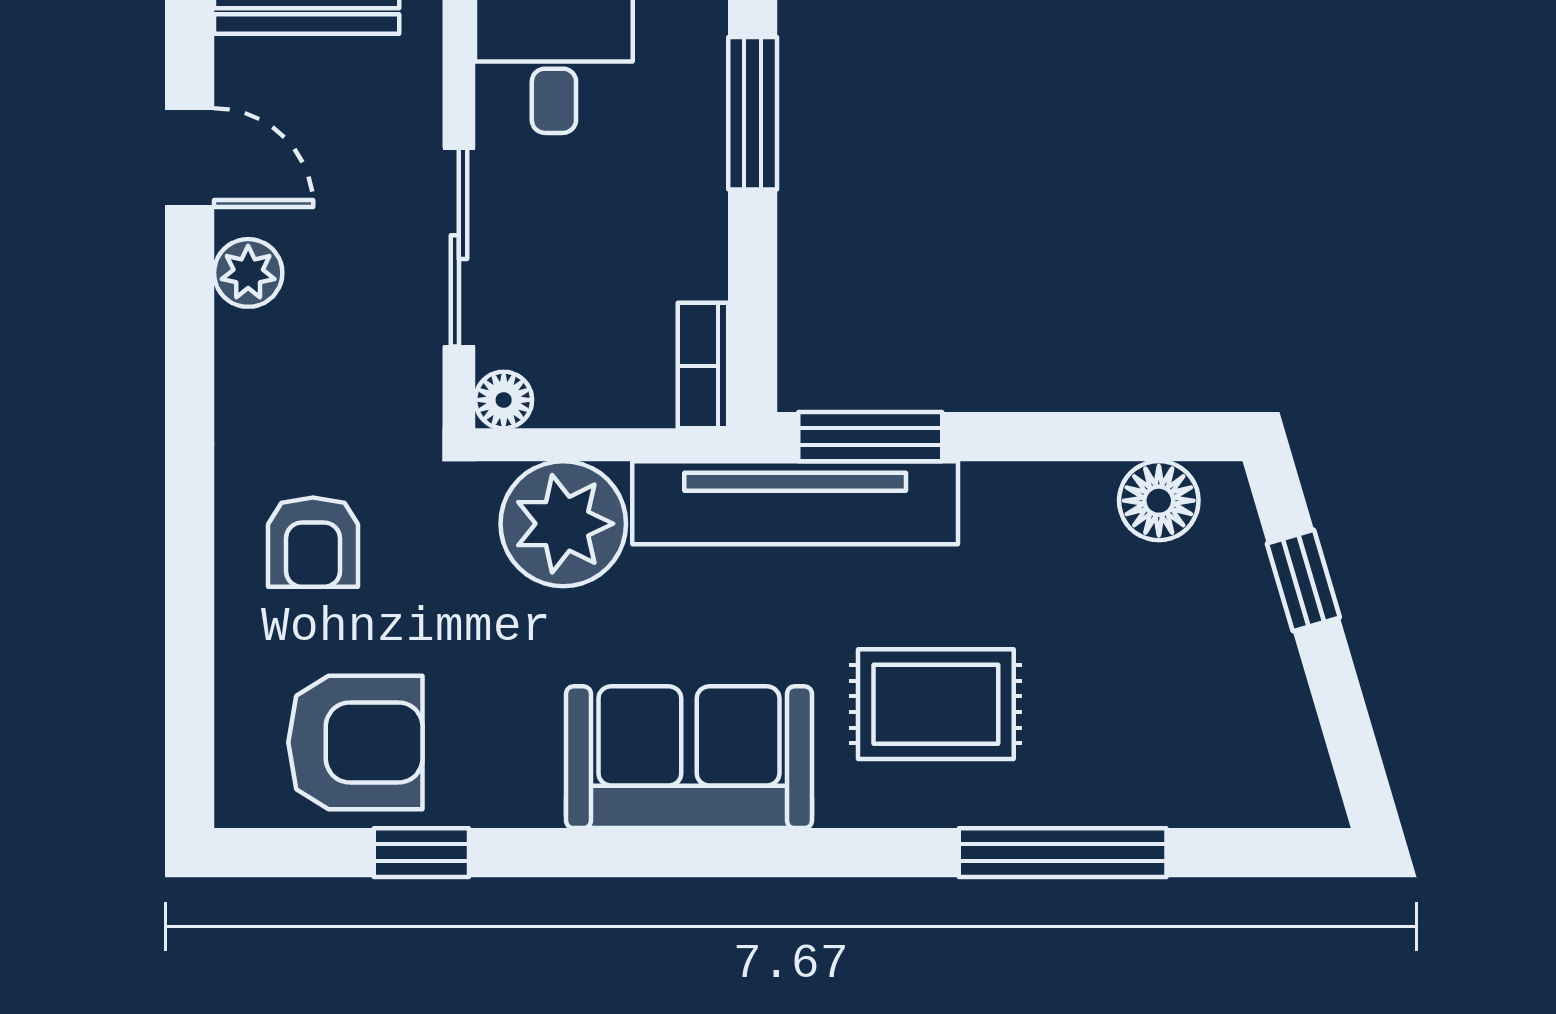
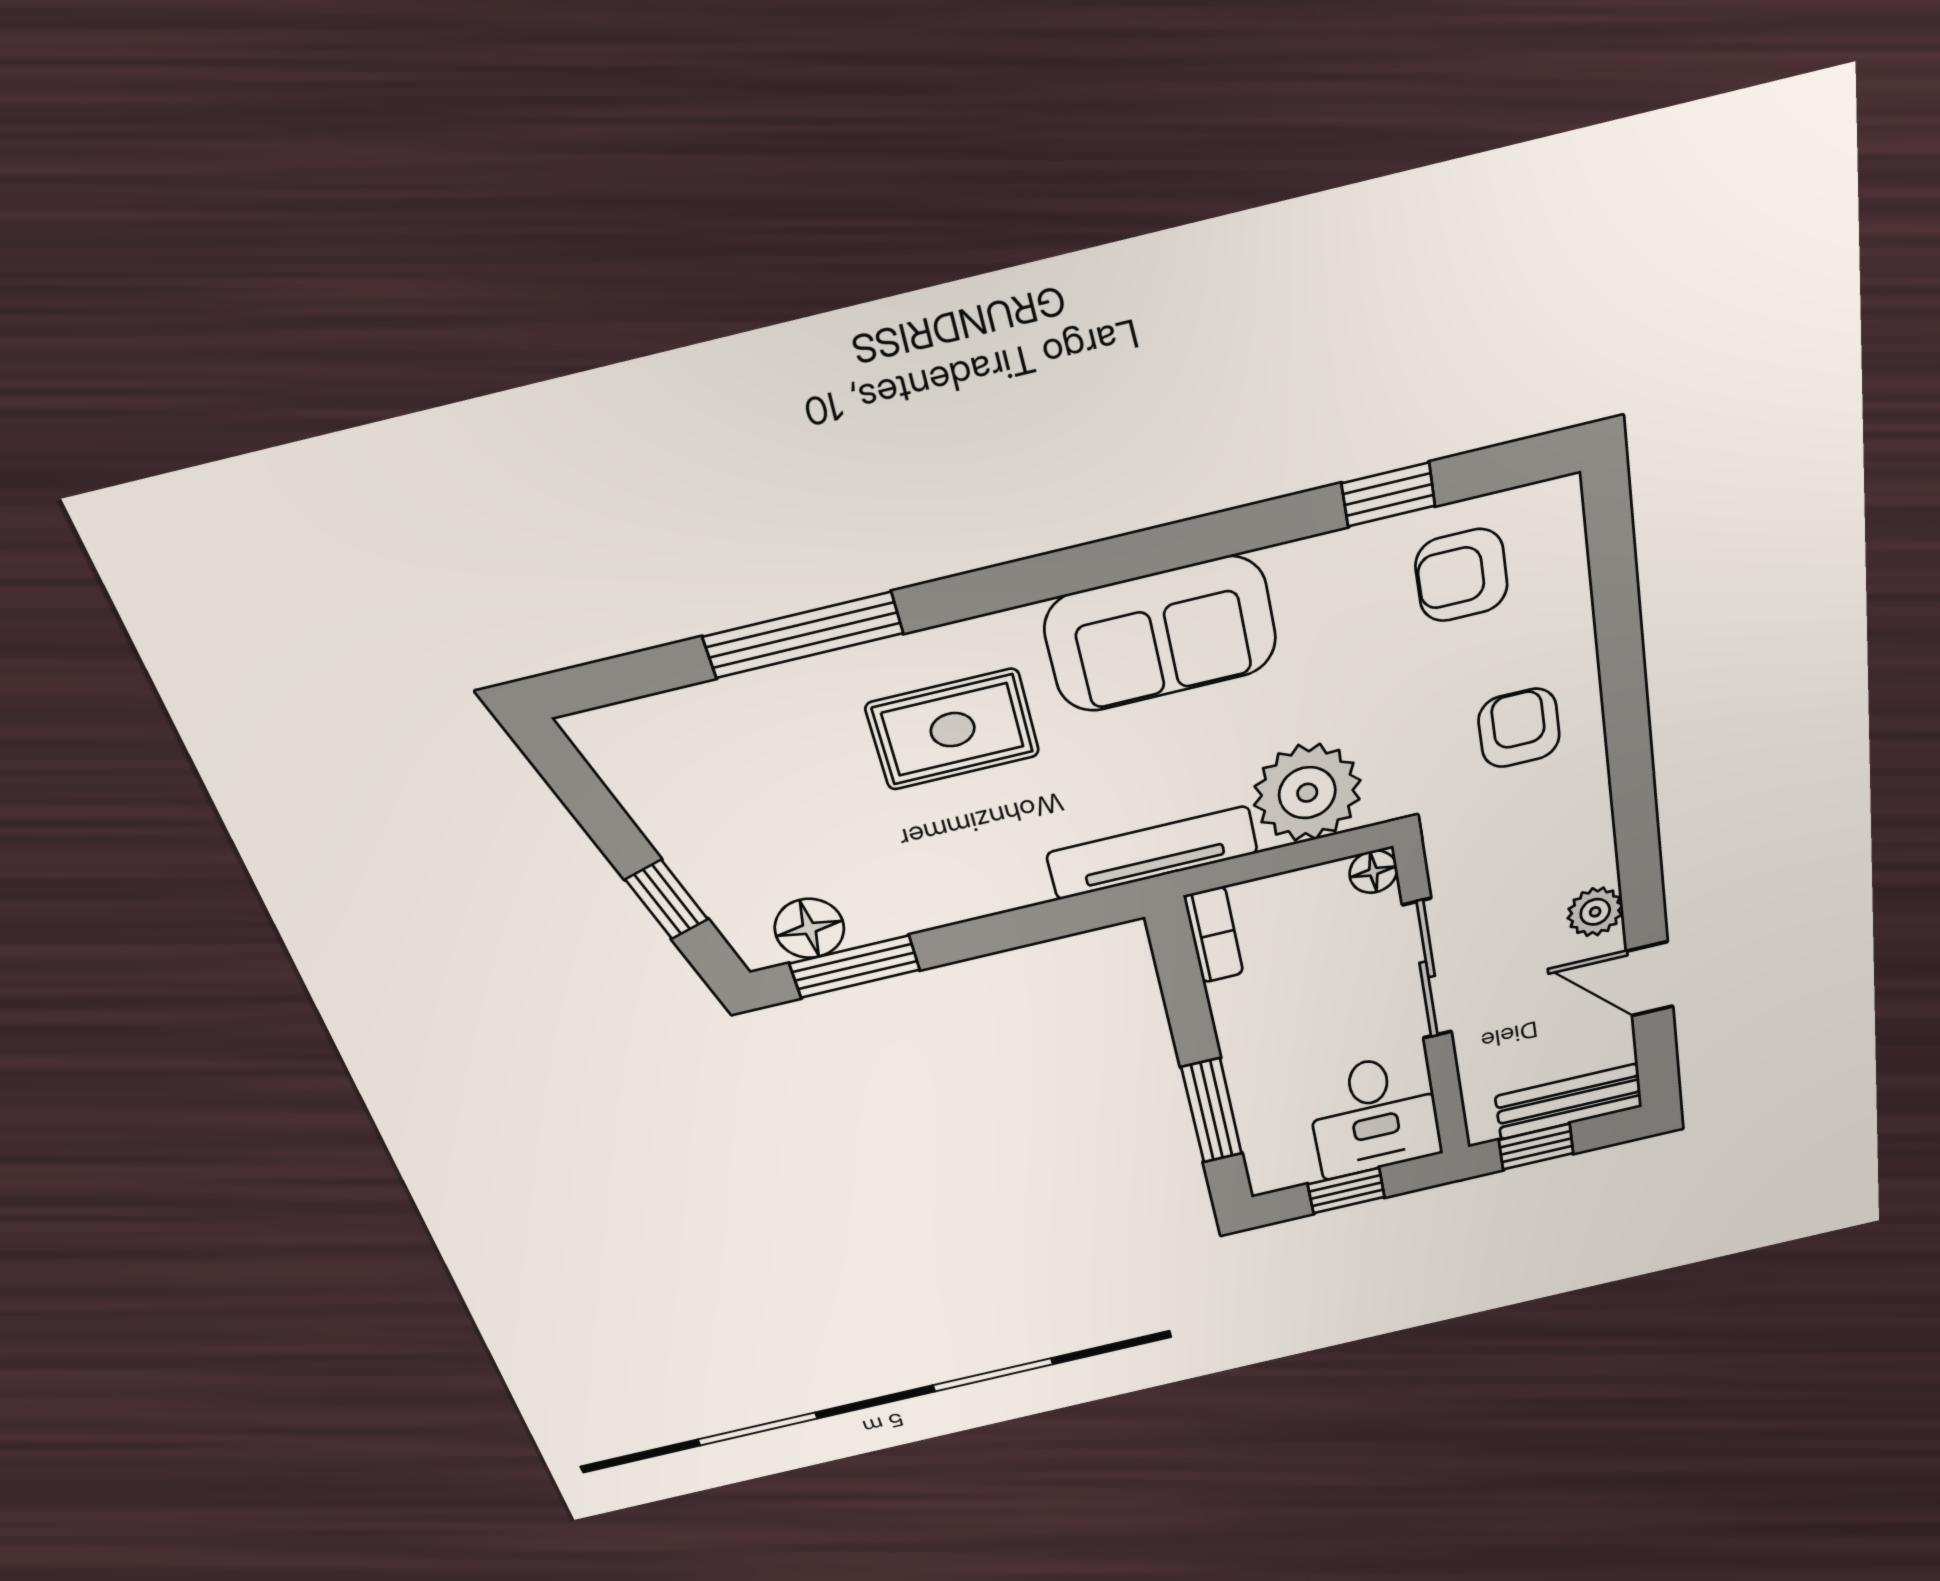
window: (870, 437) -> (855, 967), moved
tv unit: (795, 503) -> (1152, 853), width x0.73, depth x0.78
armchair: (355, 742) -> (1461, 575), width x0.72, depth x0.72

